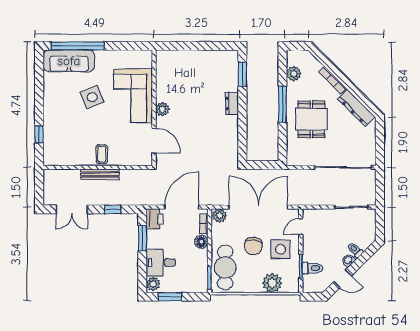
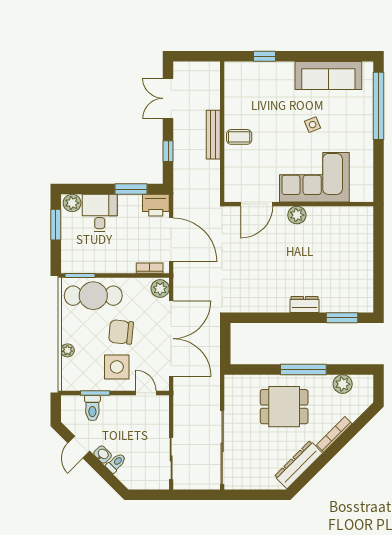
sofa: (69, 61) -> (328, 76), moved, turned -90
side table: (92, 97) -> (313, 125), width x0.54, depth x0.54
floor lamp: (201, 242) -> (126, 265), removed
plant: (272, 283) -> (67, 350), width x0.53, depth x0.53

